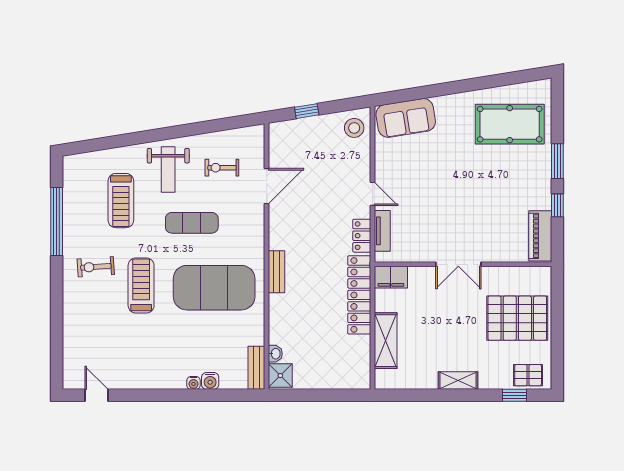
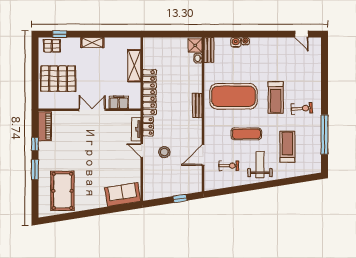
pool table: (510, 124) -> (62, 191), turned 90
stool: (354, 128) -> (164, 152), moved
filing cabinet: (391, 277) -> (119, 102), moved

